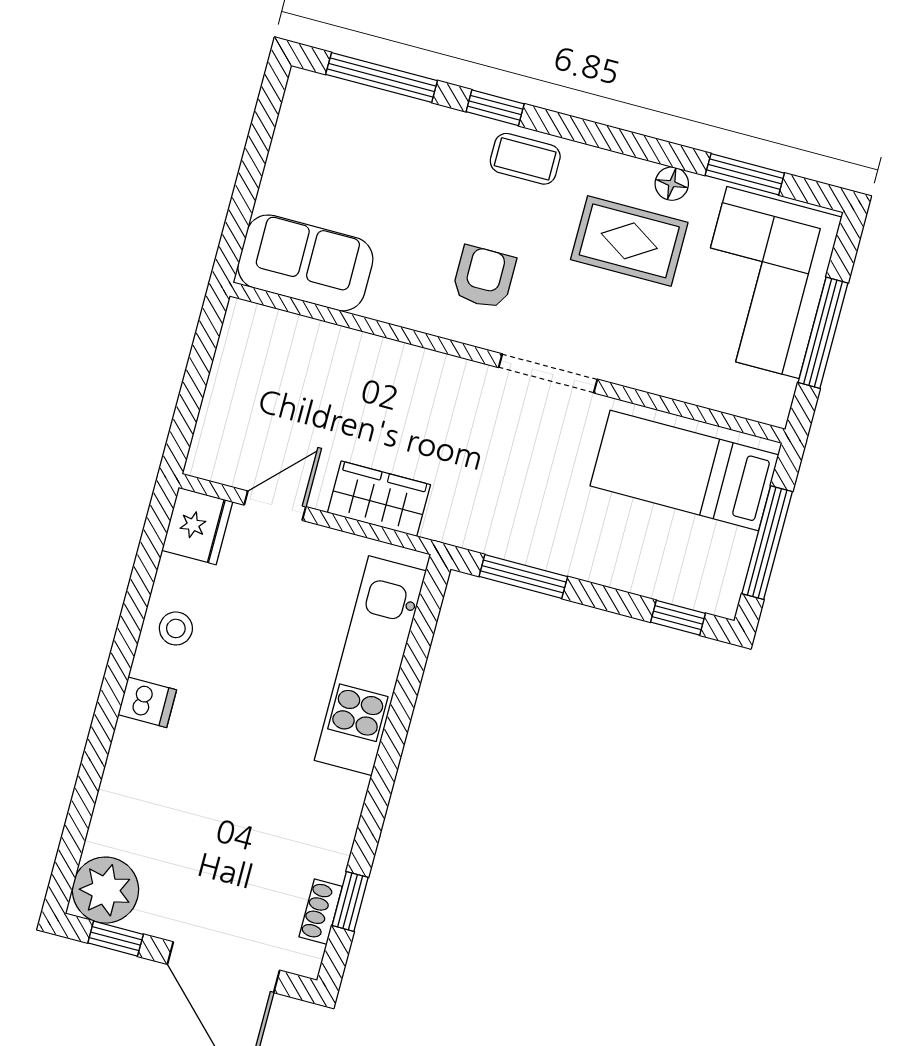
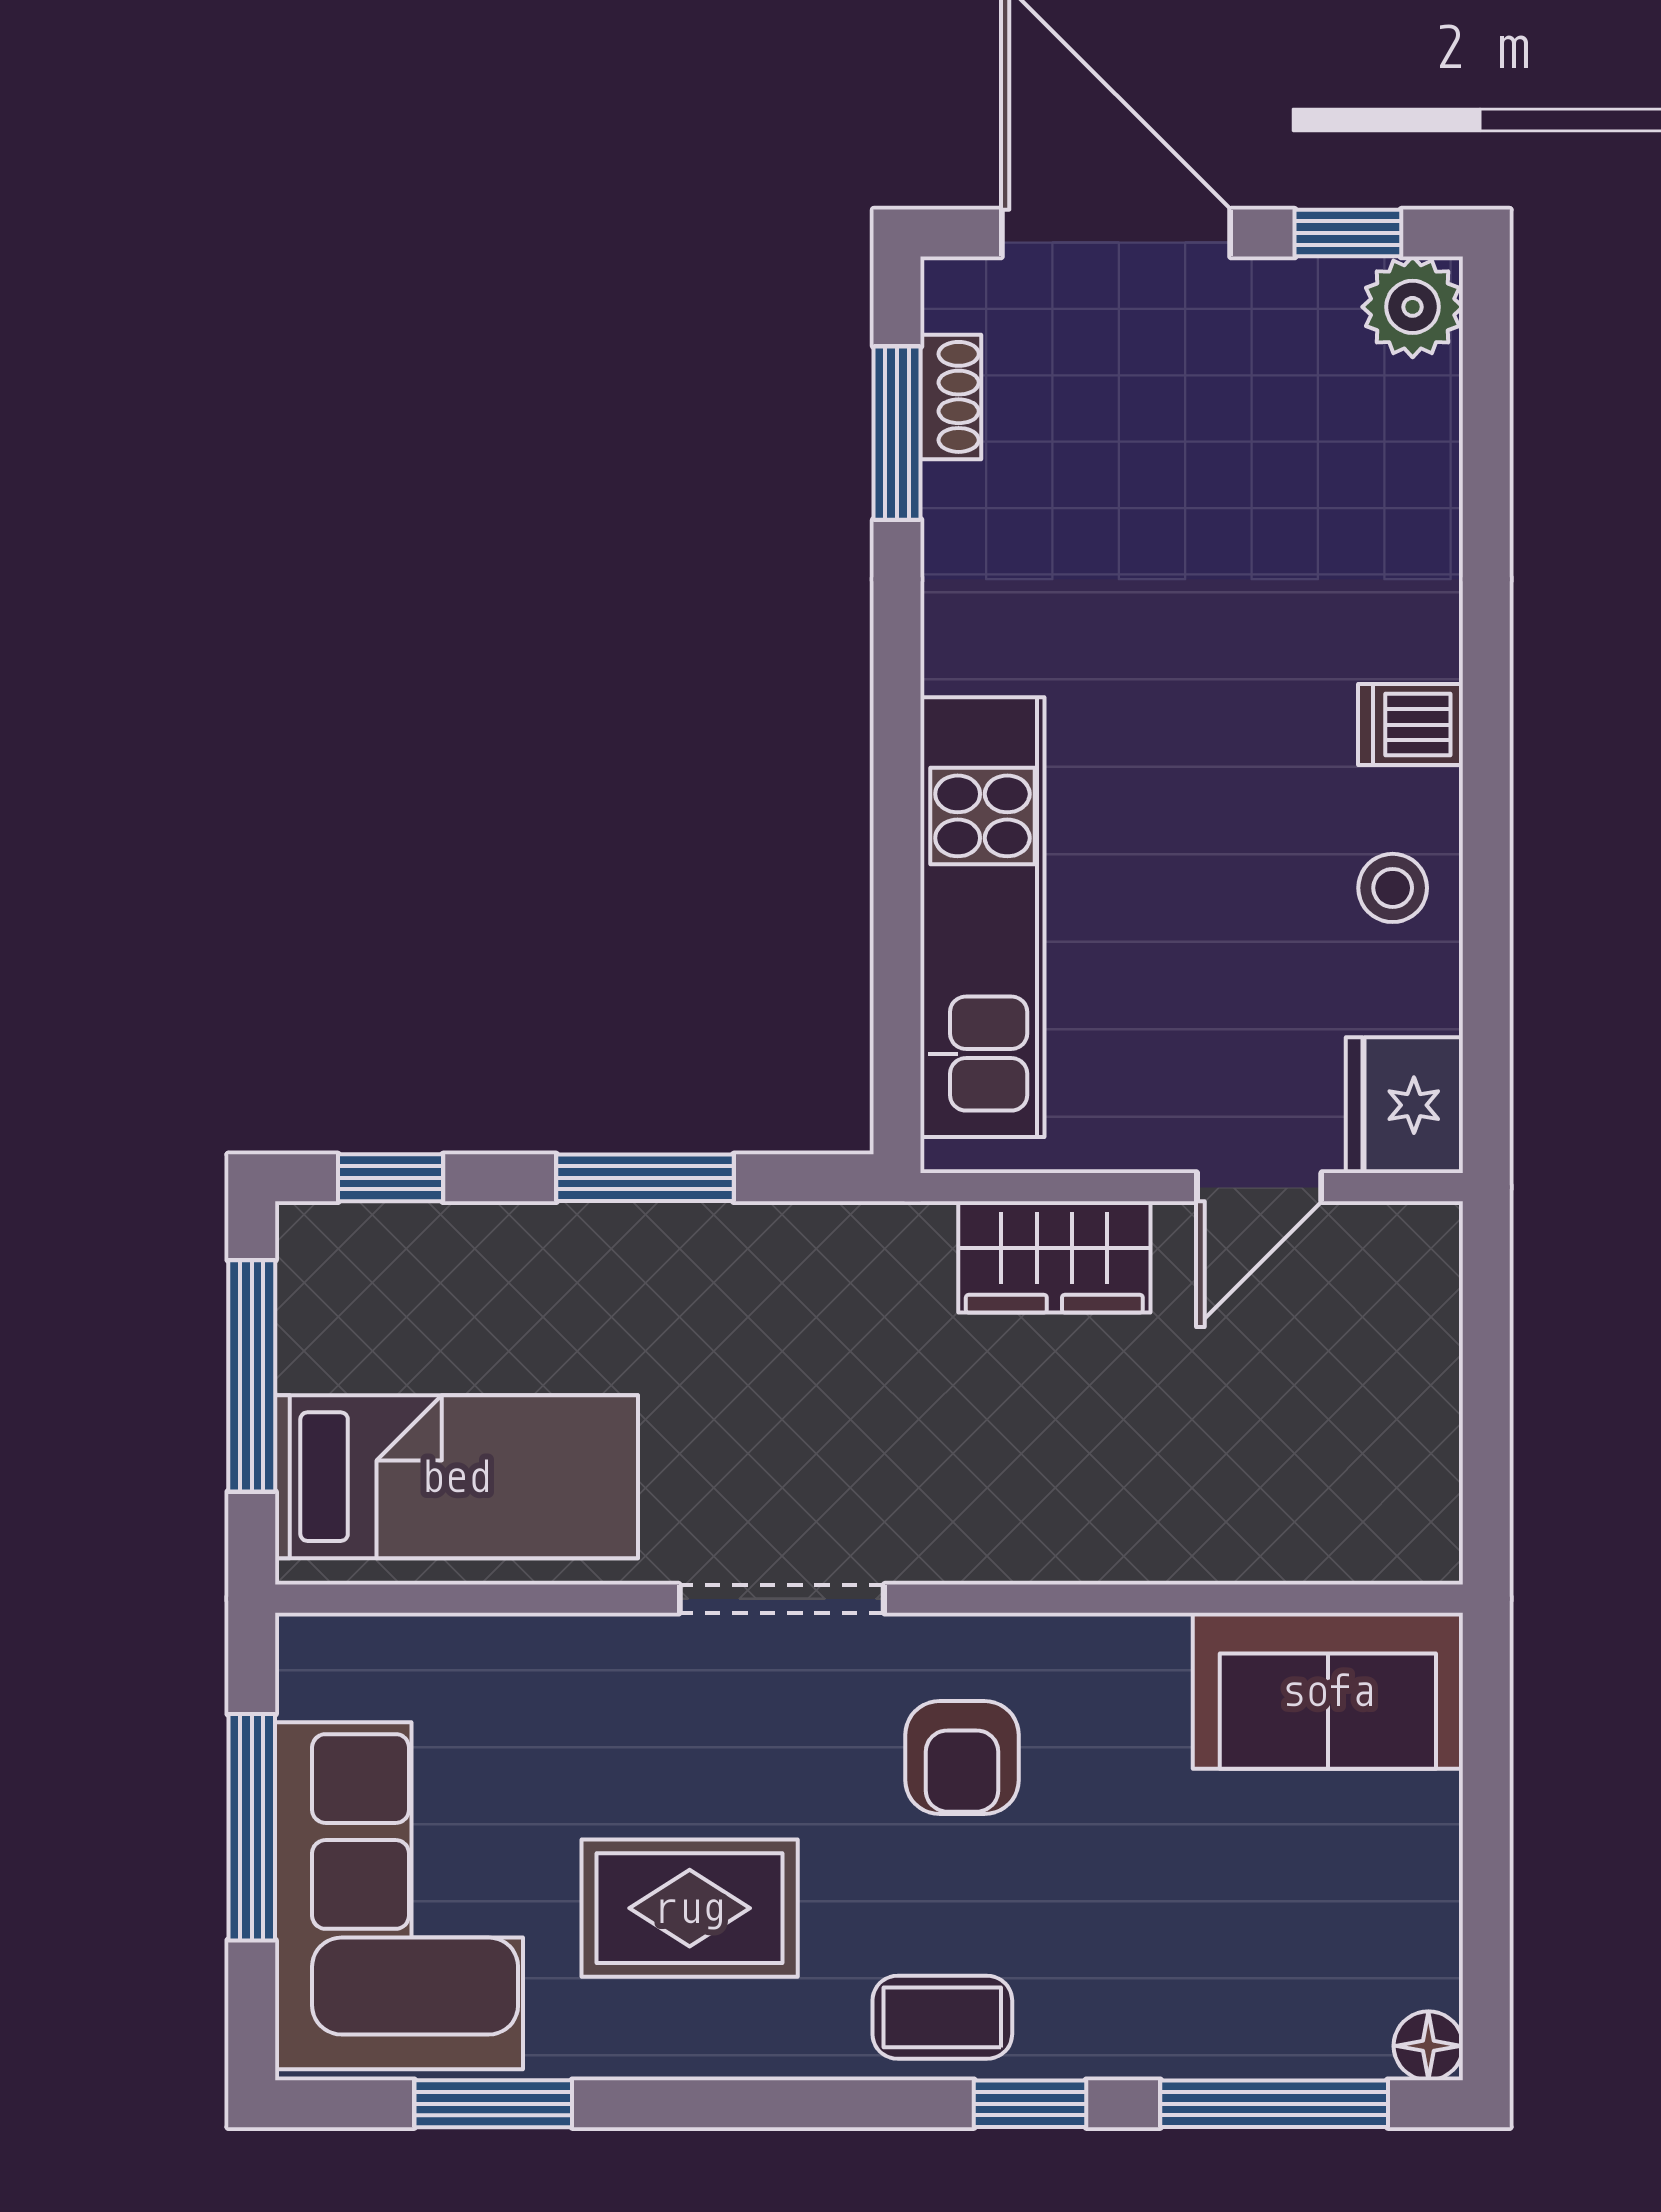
floor lamp: (672, 184) -> (1428, 2046), moved
window: (523, 577) -> (645, 1178), moved
plant: (105, 890) -> (1413, 307), width x0.73, depth x0.73
window: (350, 901) -> (897, 433), width x1.50

